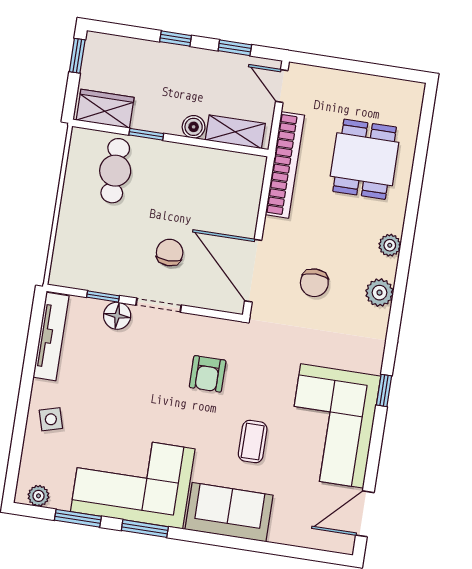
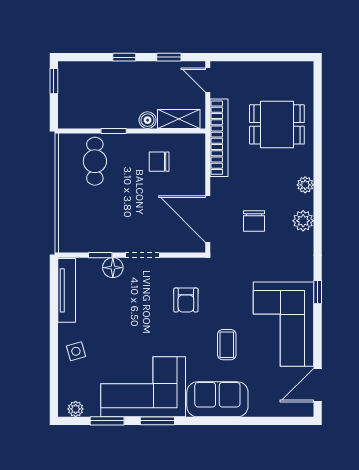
wardrobe: (105, 109) -> (80, 117), removed
dining table: (365, 159) -> (277, 124), turned 90
chair: (170, 253) -> (159, 162), moved, turned -90

